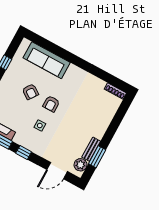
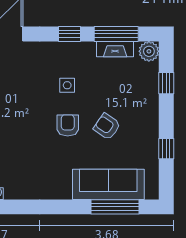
window: (50, 46) -> (115, 207), added

